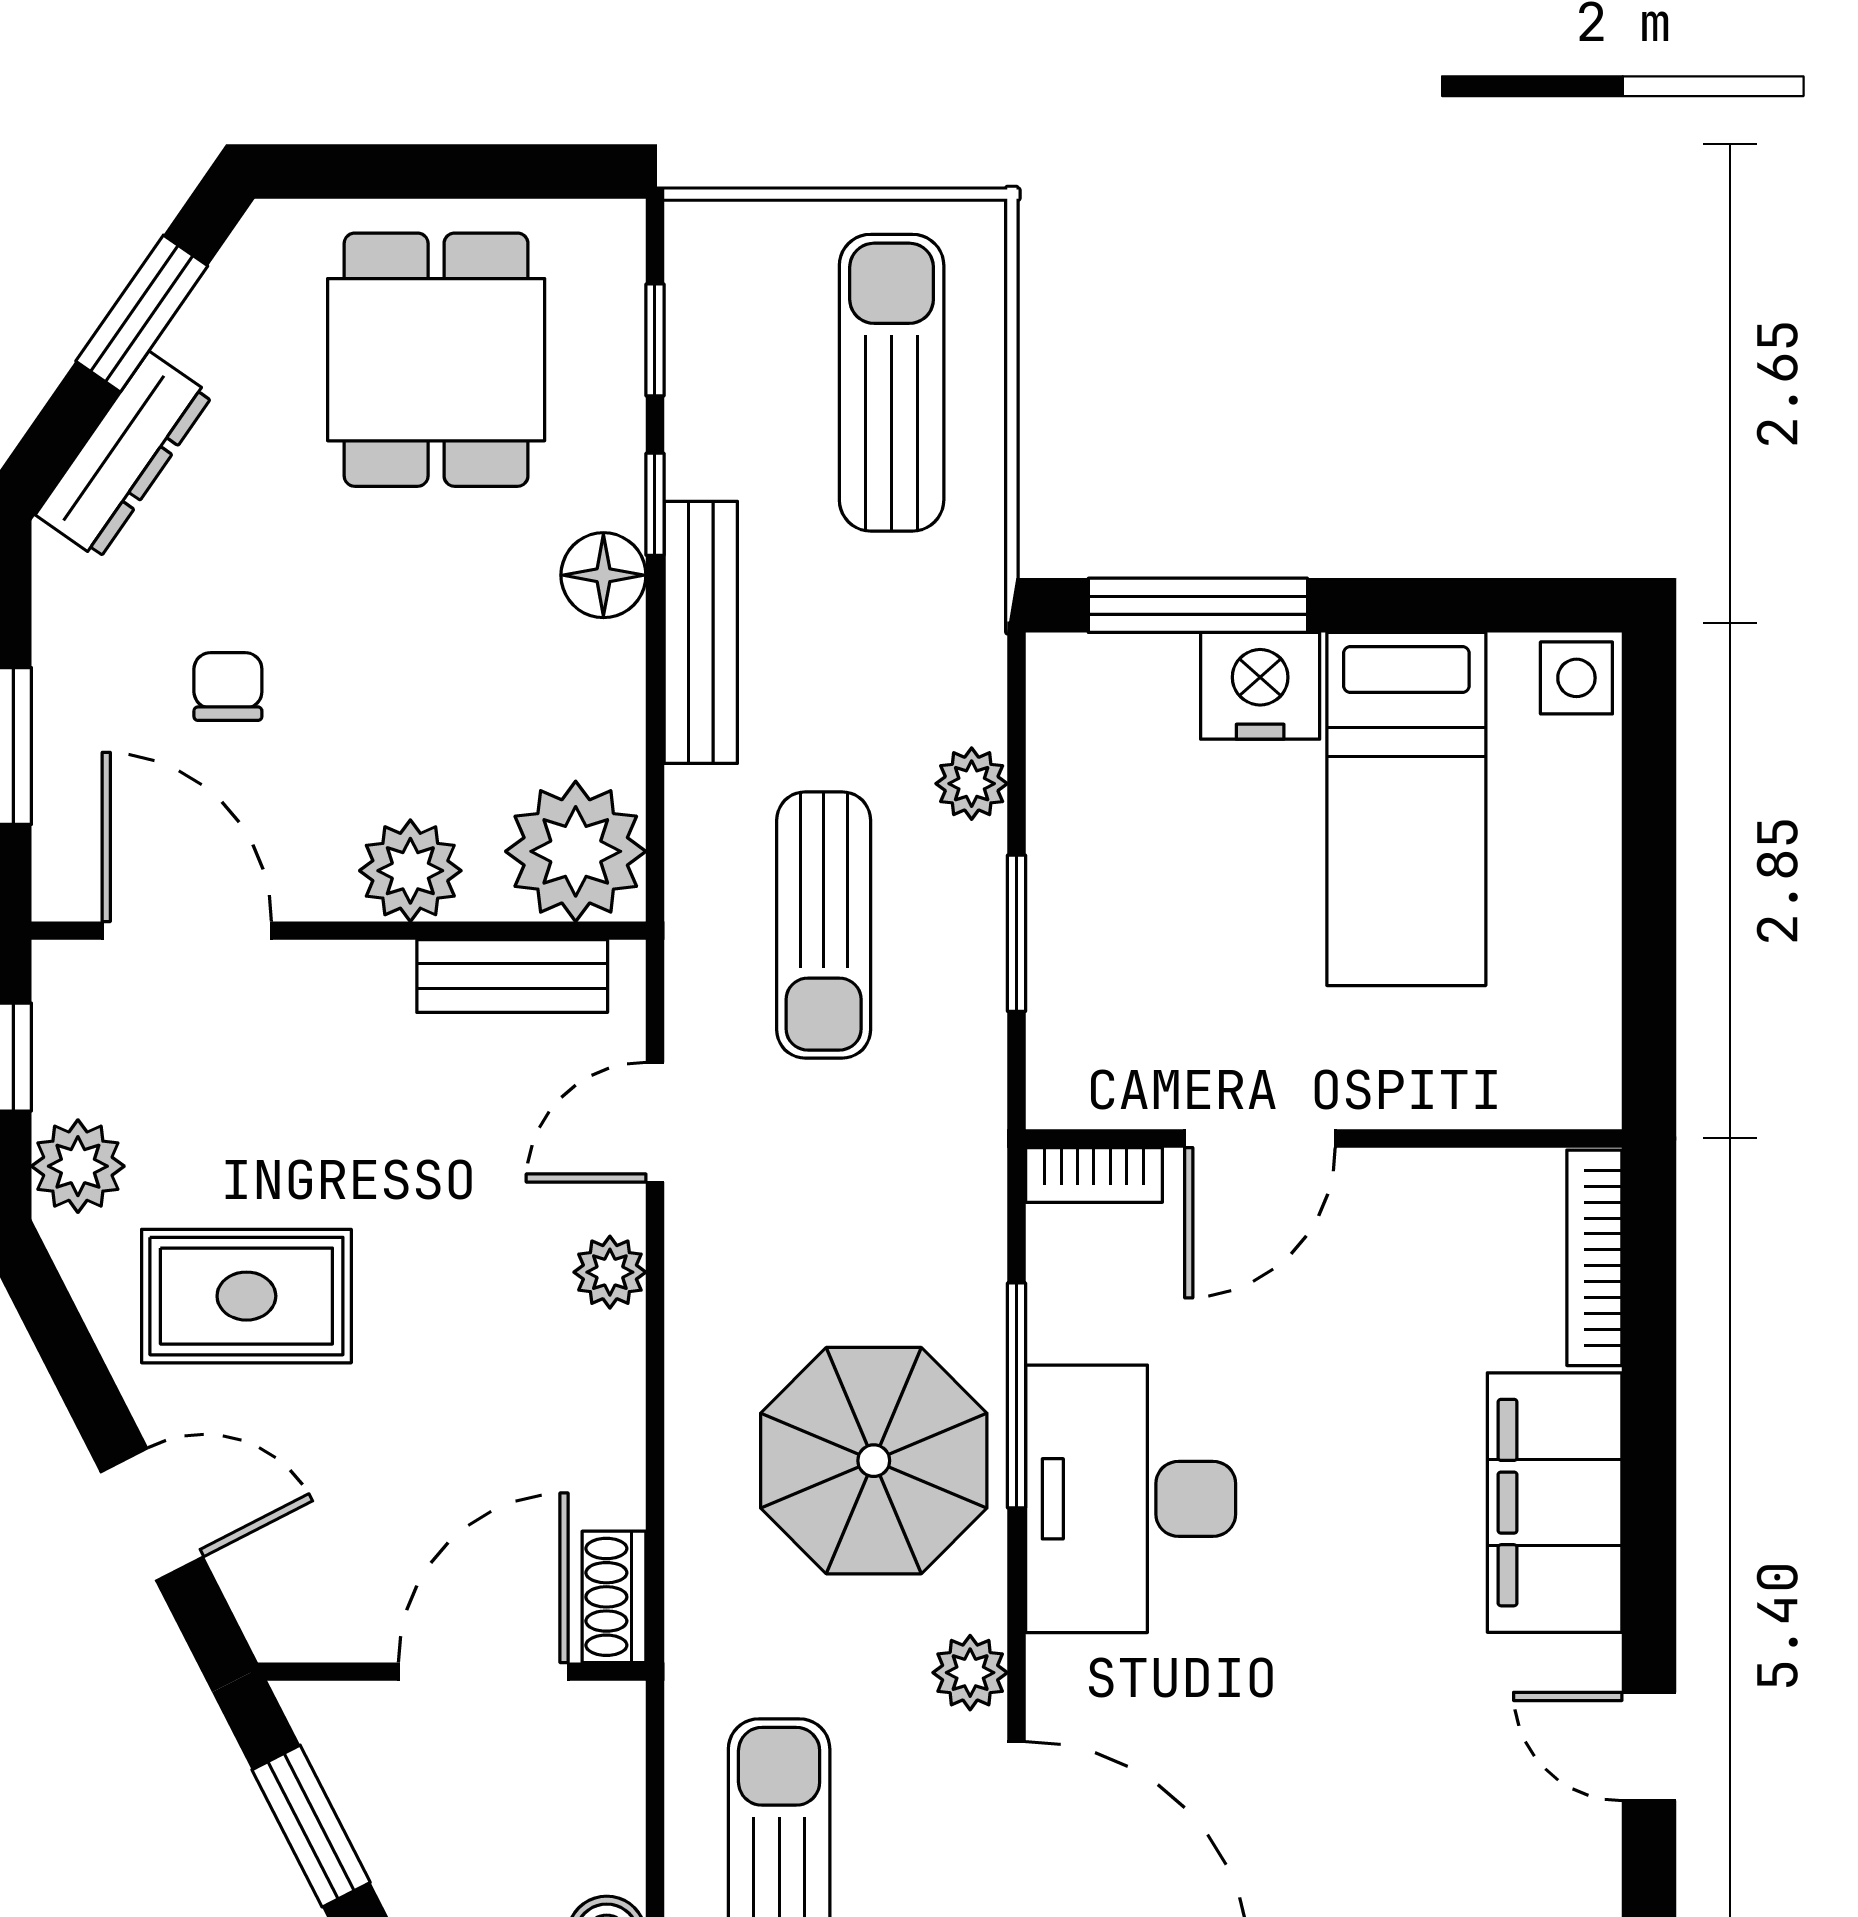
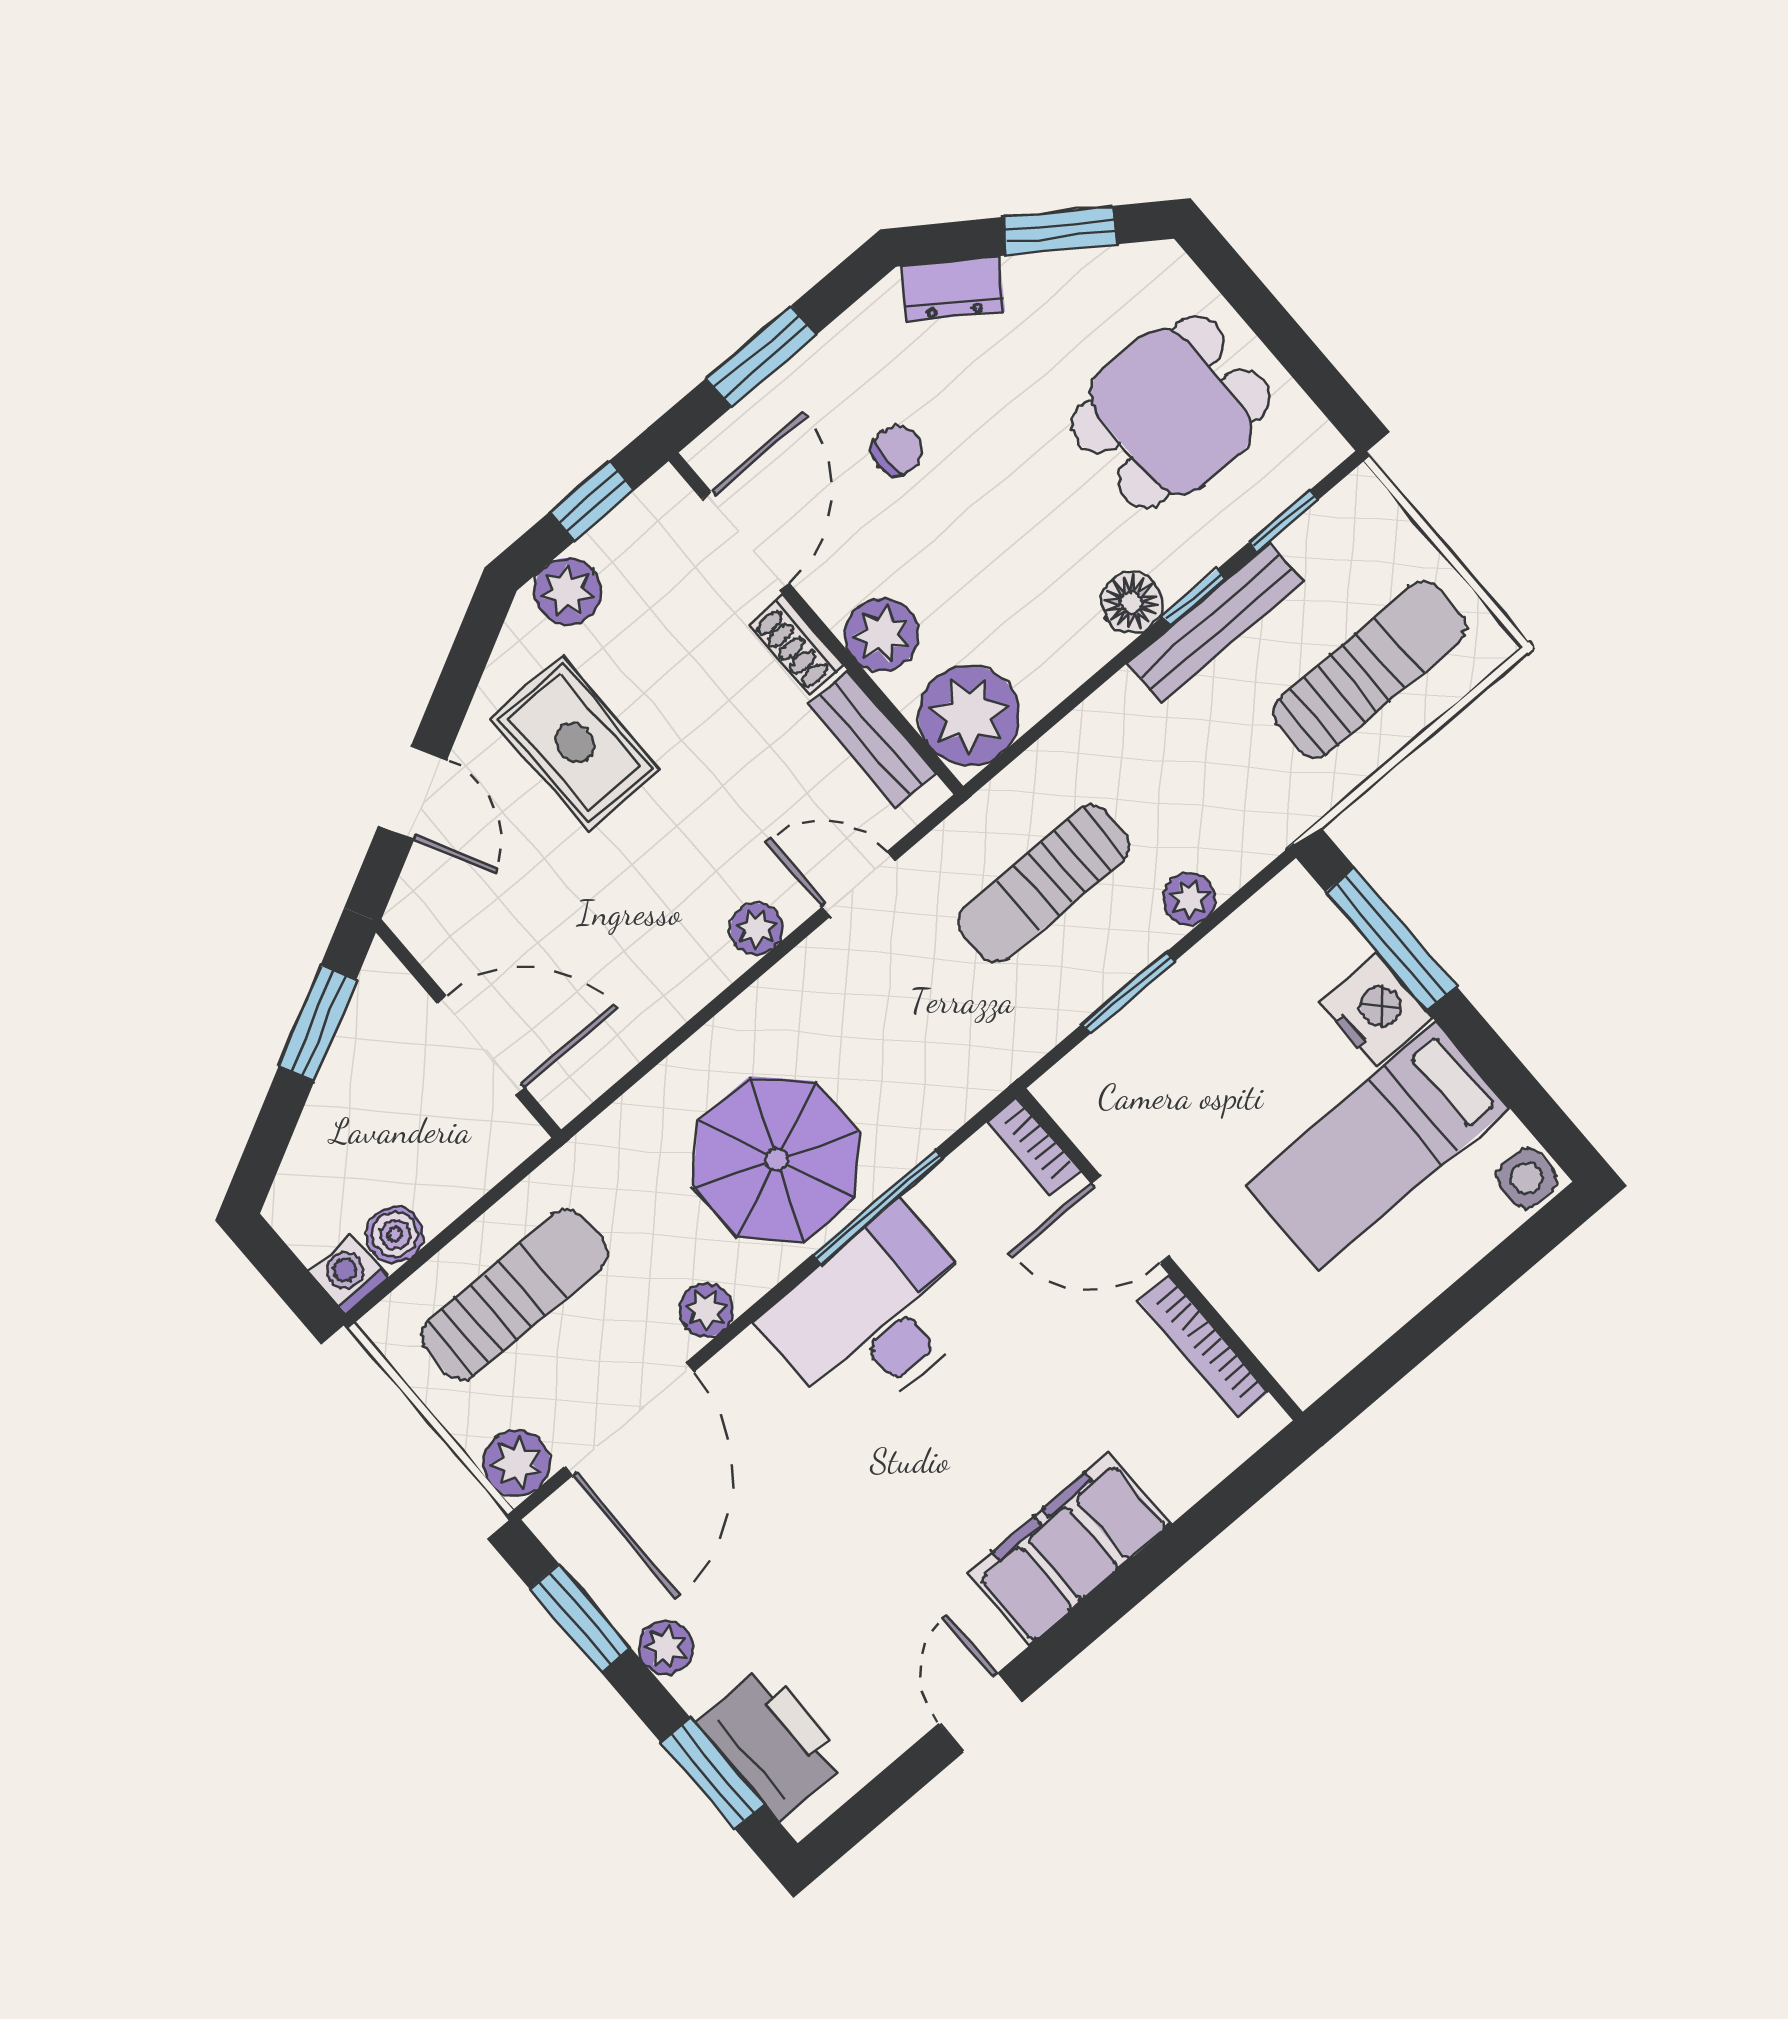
dresser: (124, 455) -> (953, 289), width x0.70
bench: (701, 632) -> (1216, 622), moved
bookcase: (1594, 1258) -> (1204, 1346), moved, turned -90
shoe rack: (614, 1597) -> (796, 645), moved, turned -90

